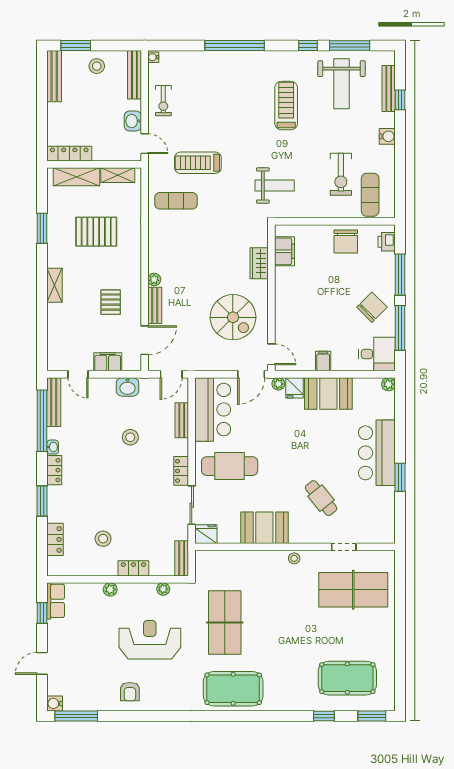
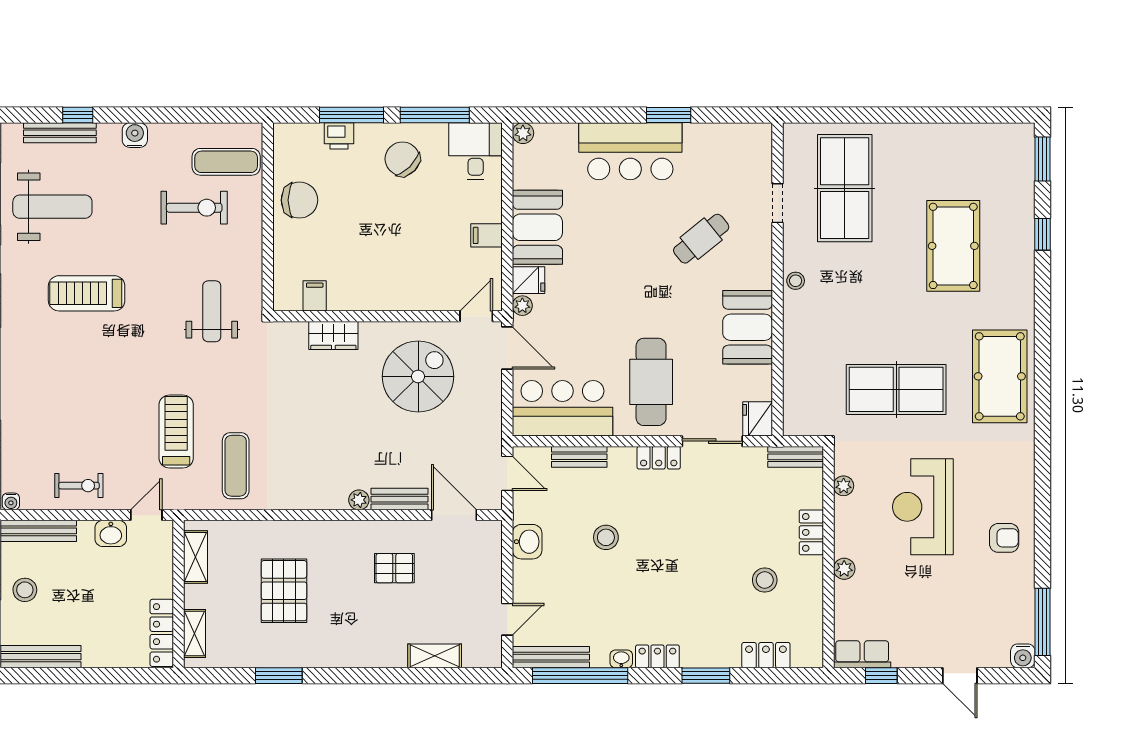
treadmill: (198, 163) -> (176, 431), turned 180
shelving: (77, 177) -> (194, 634), width x0.67, depth x0.75
printer: (387, 242) -> (339, 136), moved
filing cabinet: (285, 251) -> (315, 296), width x0.50
shelving: (55, 285) -> (435, 656), moved
filing cabinet: (108, 362) -> (488, 573), removed
pool table: (347, 678) -> (953, 246), moved

